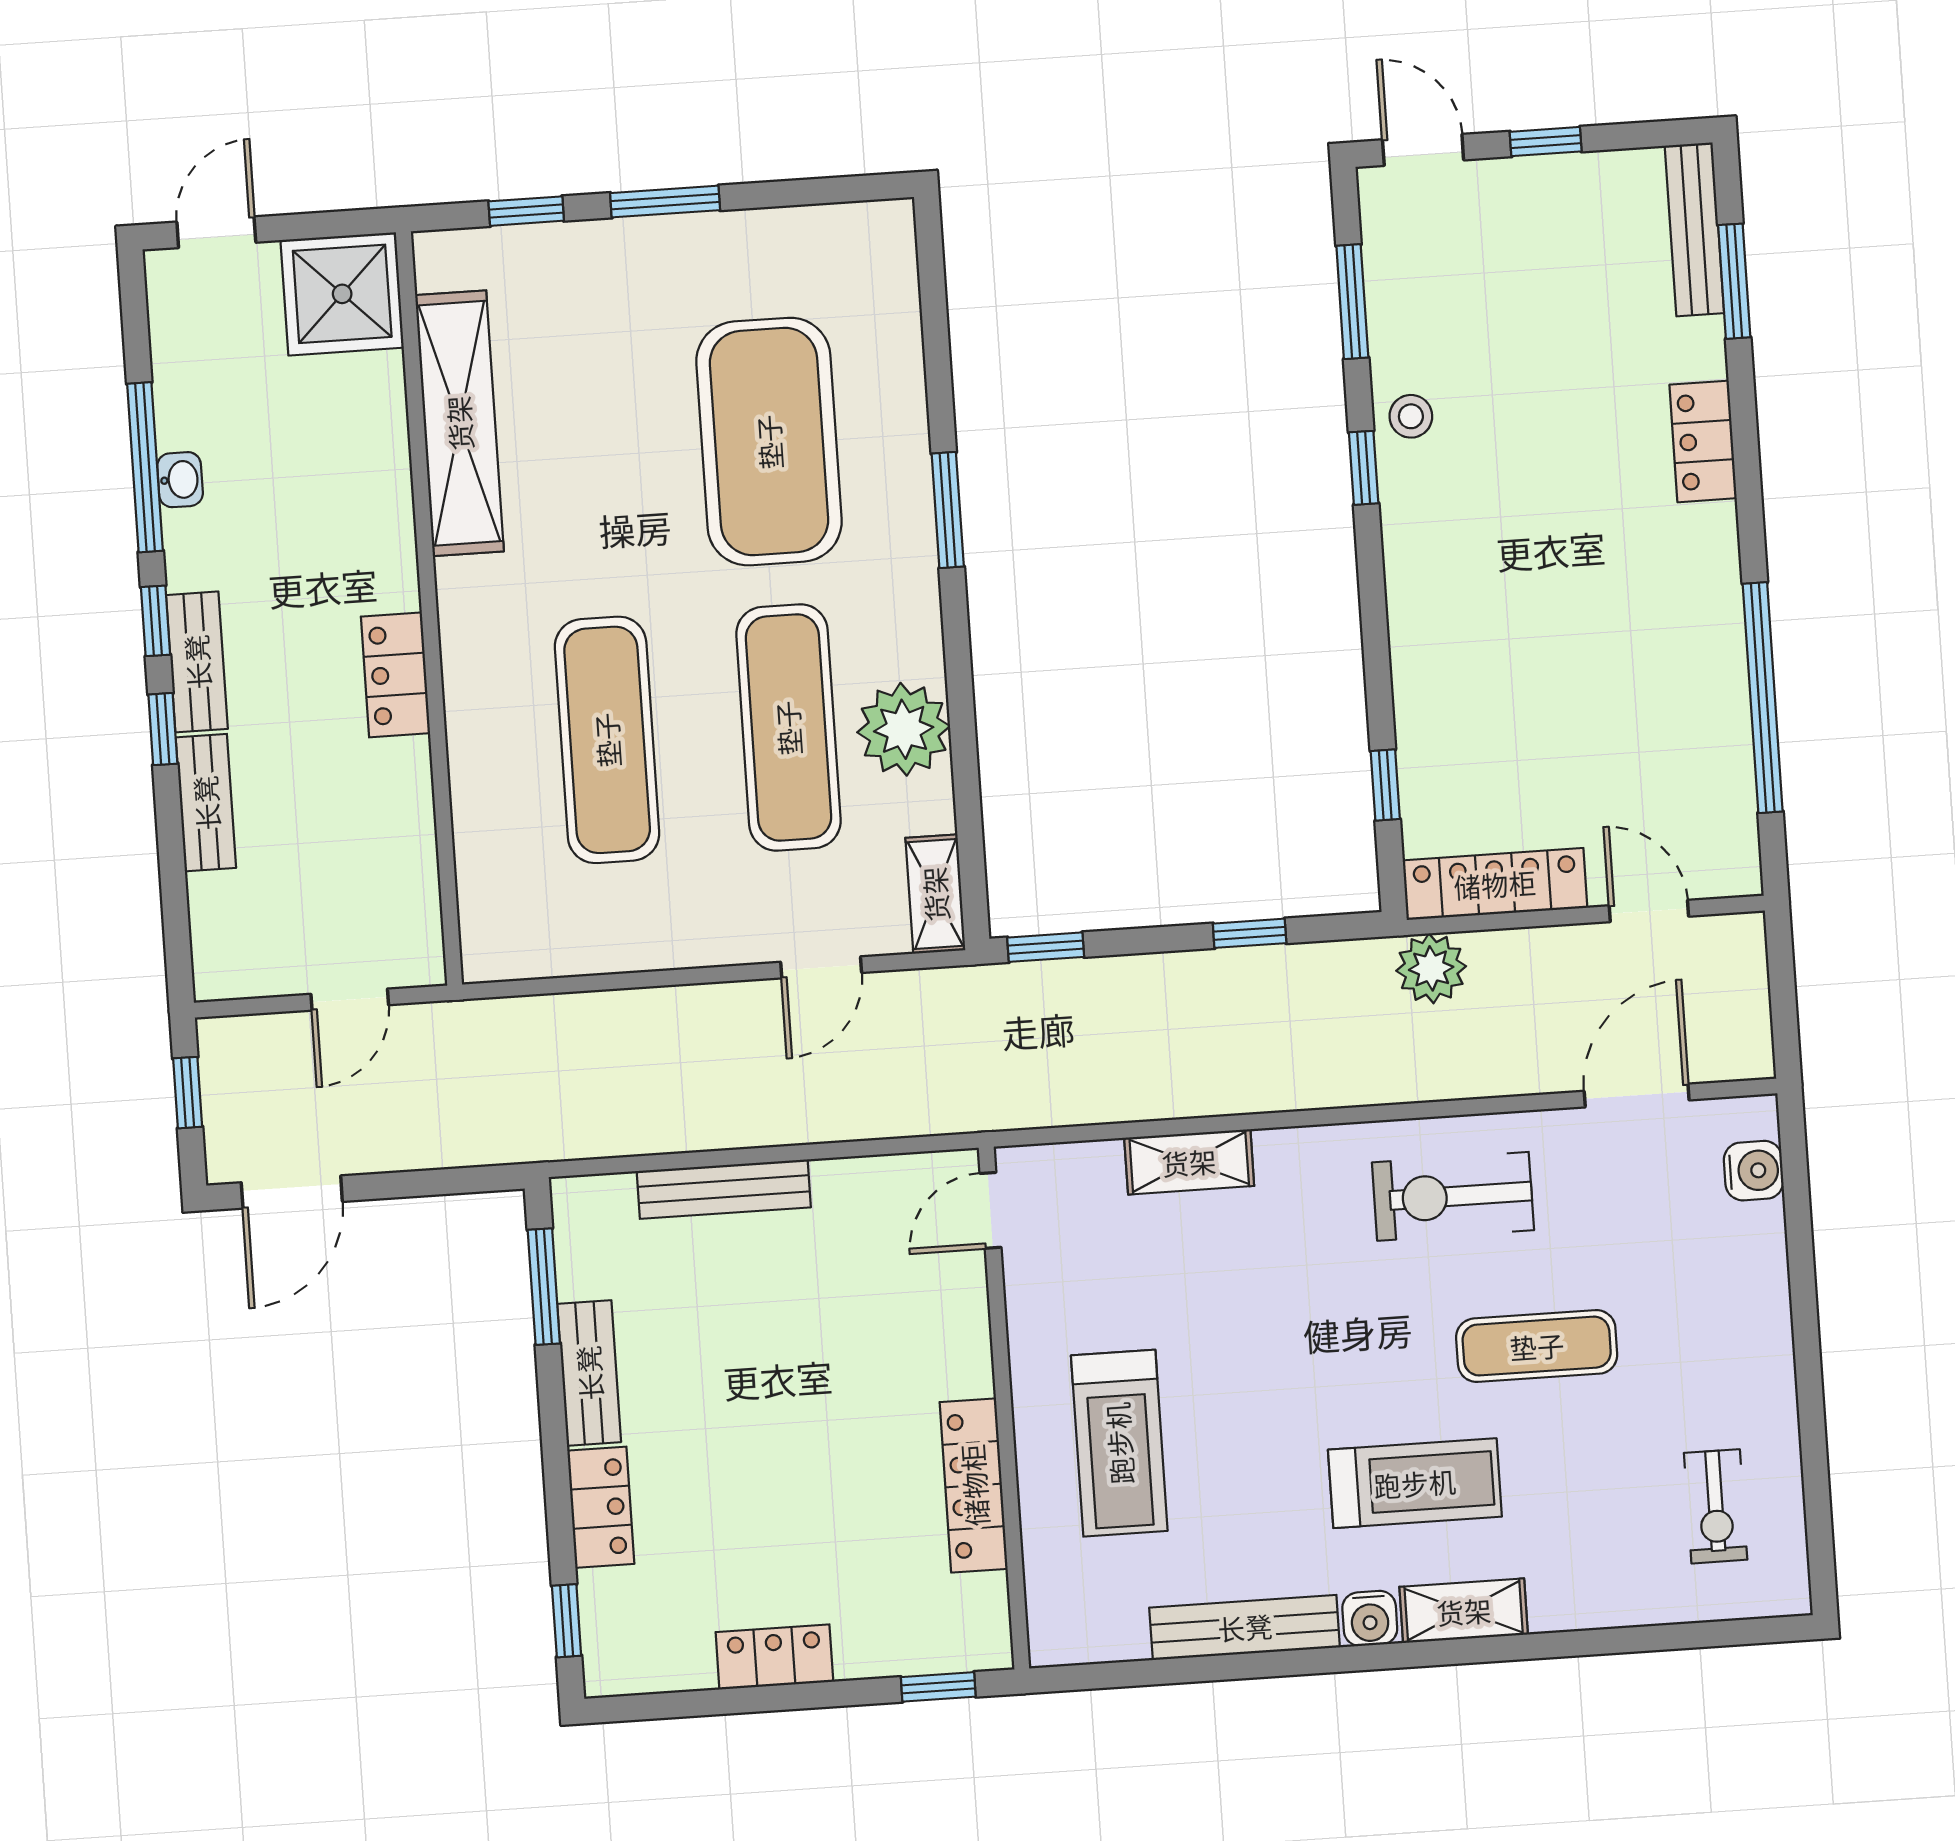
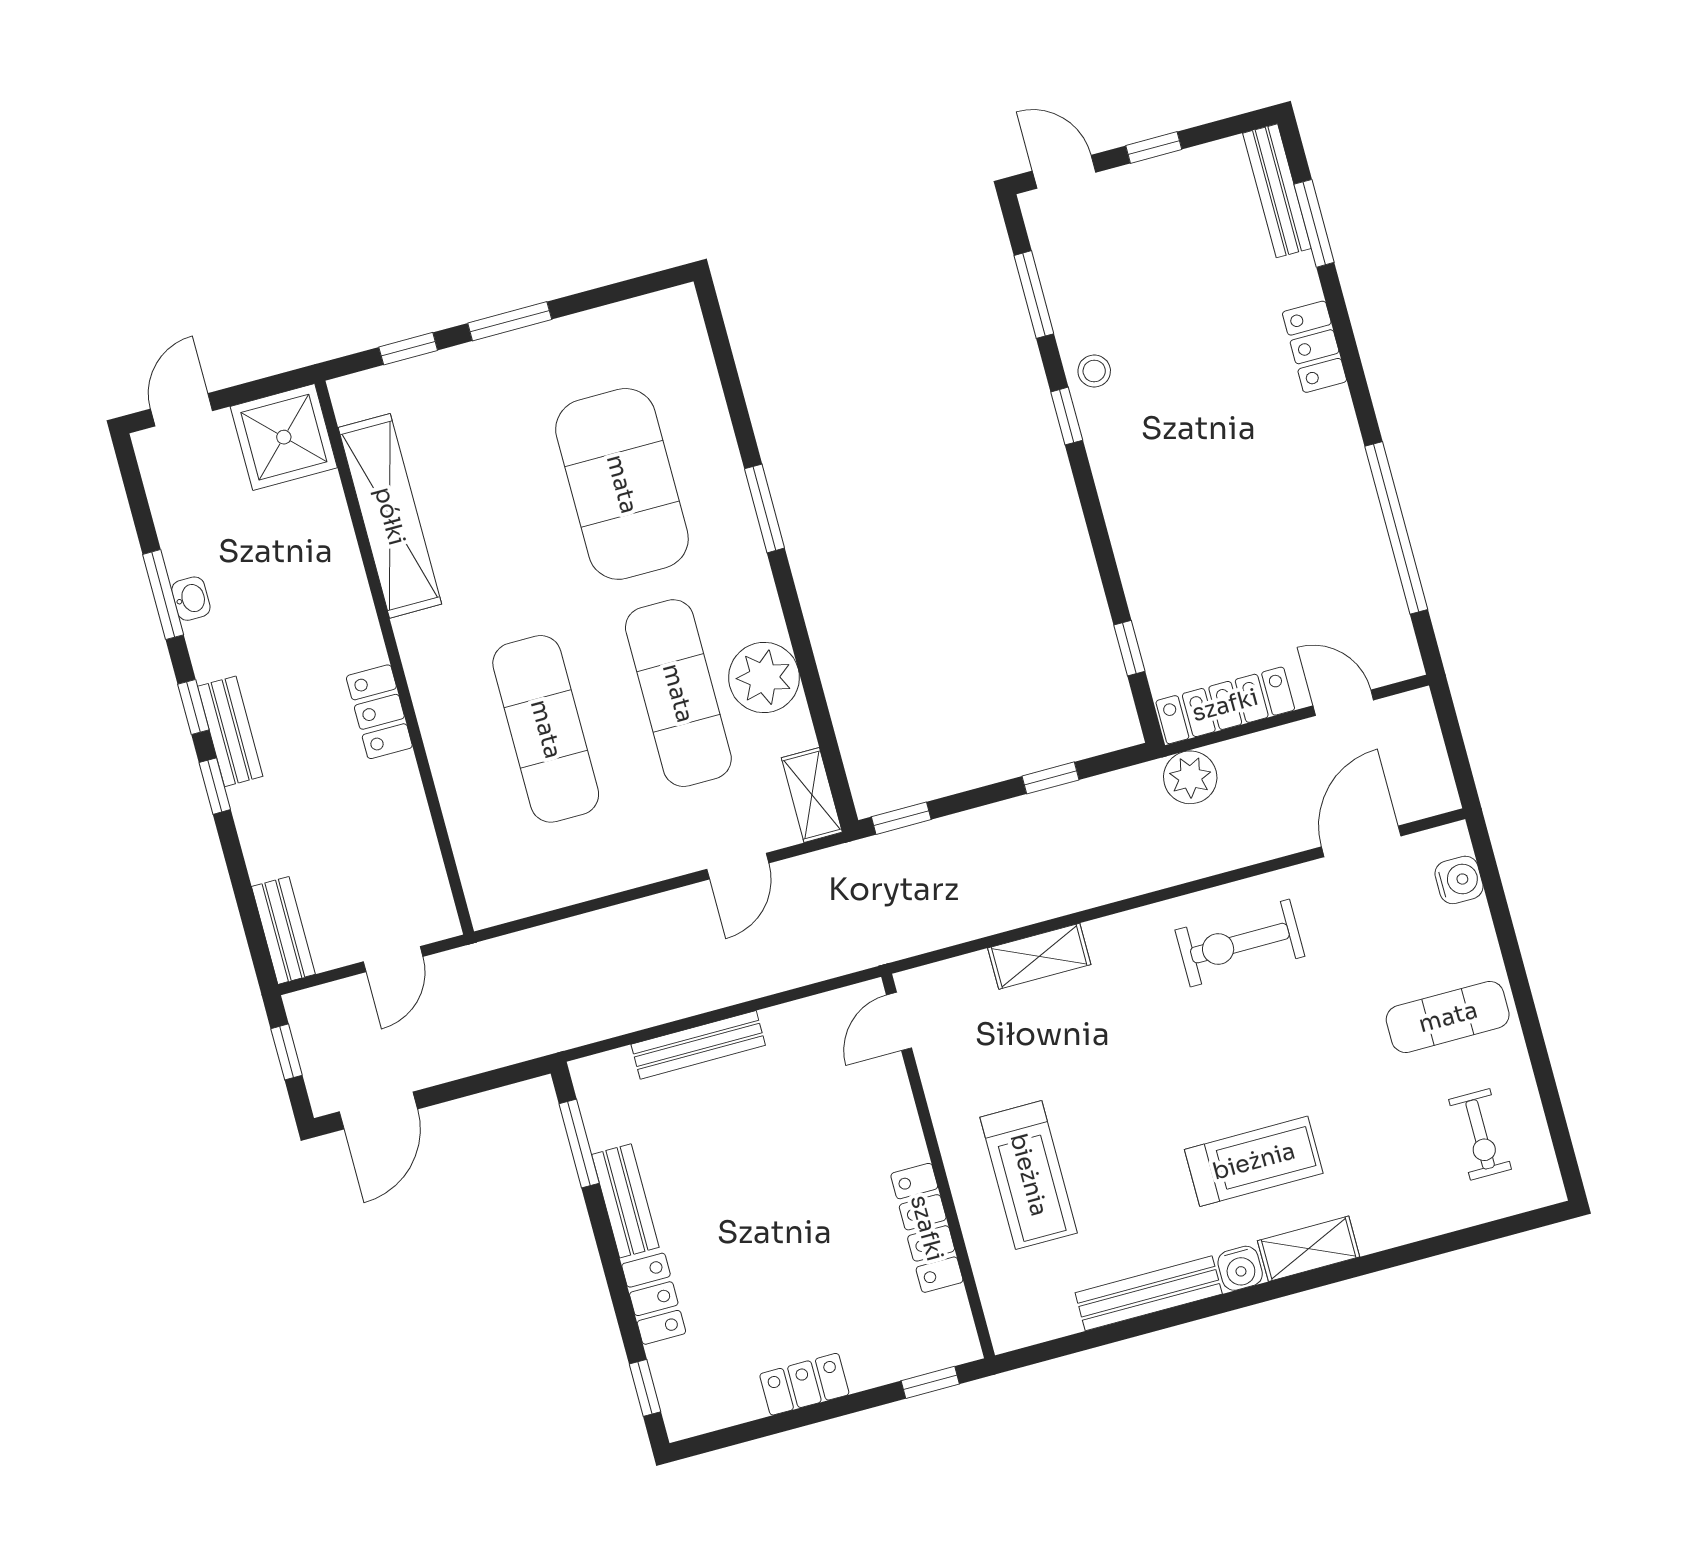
window: (145, 467) -> (163, 595), width x0.69
bench: (206, 803) -> (283, 930), moved
exercise mat: (1537, 1346) -> (1448, 1017), moved

